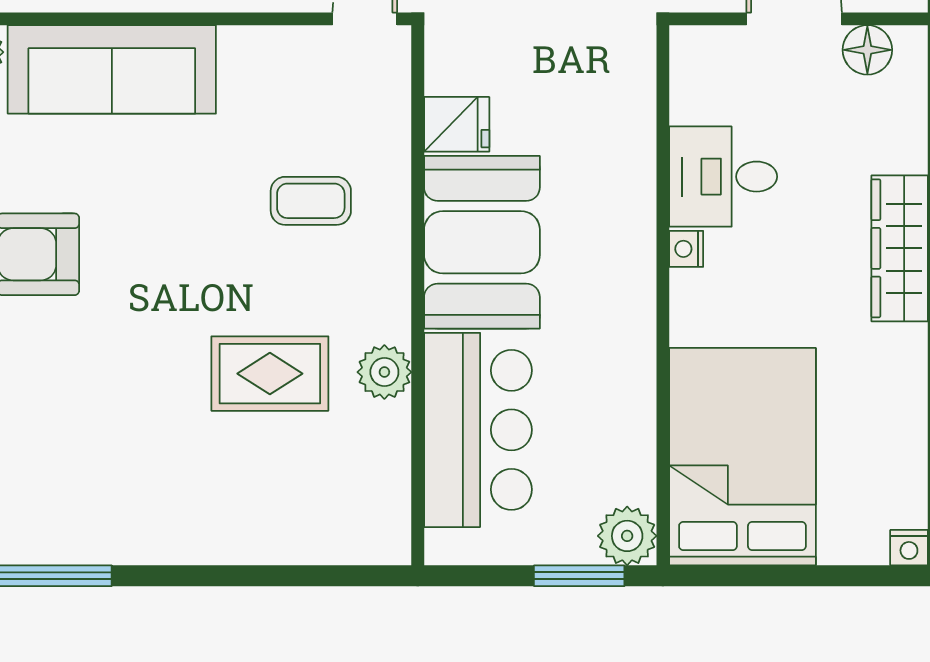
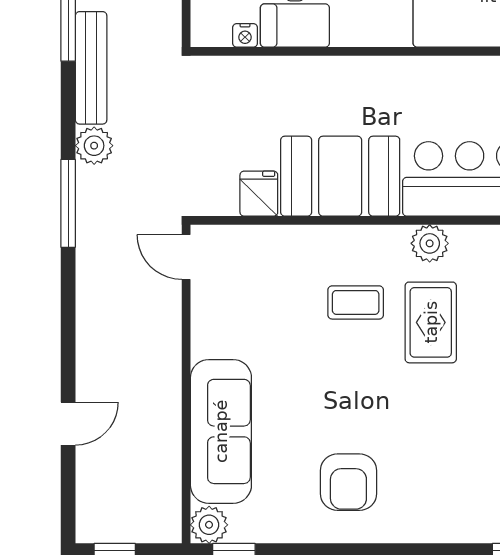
coffee table: (311, 201) -> (356, 302), moved, turned 90
nightstand: (686, 249) -> (245, 35), moved

